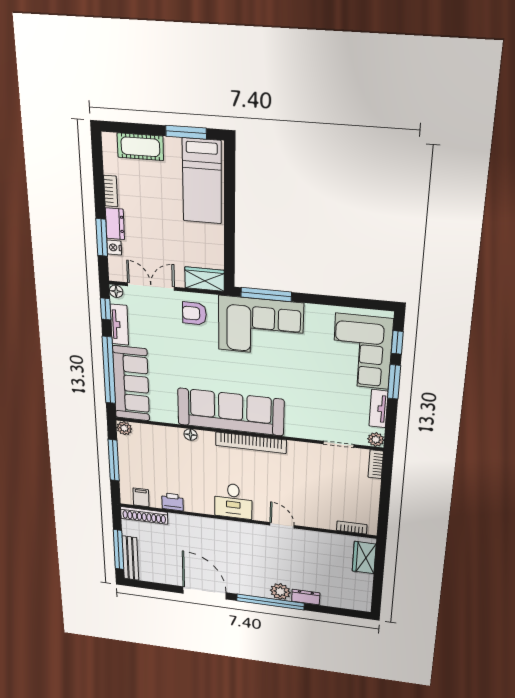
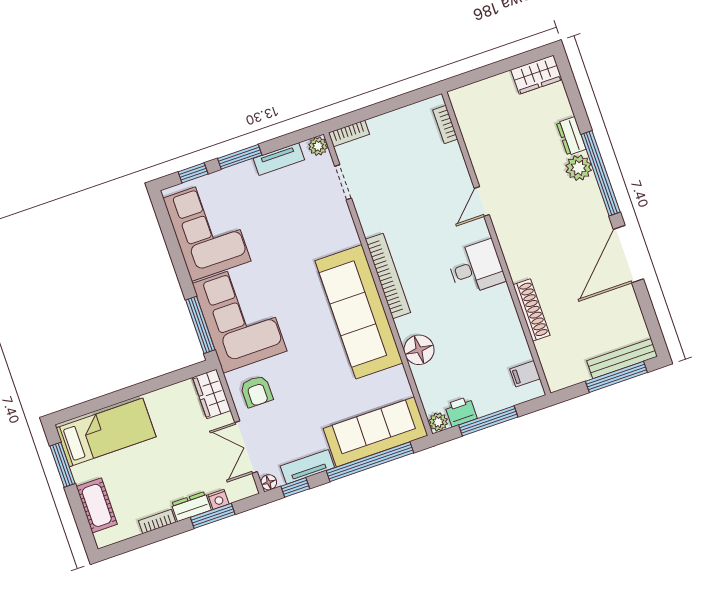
corner sofa: (362, 352) -> (207, 230), moved, turned -90
floor lamp: (190, 435) -> (419, 350), width x1.89, depth x1.89
printer: (173, 502) -> (461, 412), moved, turned 90
shoe rack: (144, 515) -> (531, 310), moved
wardrobe: (364, 558) -> (536, 75), moved

